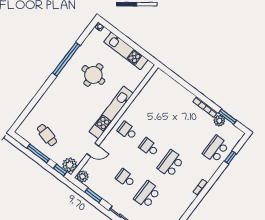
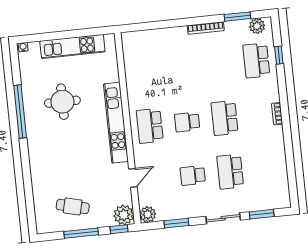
plant: (219, 121) -> (257, 26), moved
school desk: (127, 131) -> (150, 126), width x1.85

